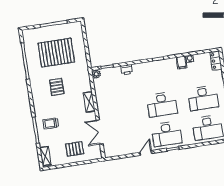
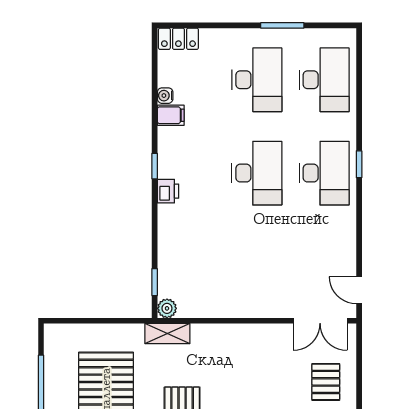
printer: (127, 70) -> (168, 191), moved
shelving: (89, 102) -> (167, 334), moved
double door: (100, 132) -> (320, 321), moved
door: (146, 153) -> (359, 290), moved

